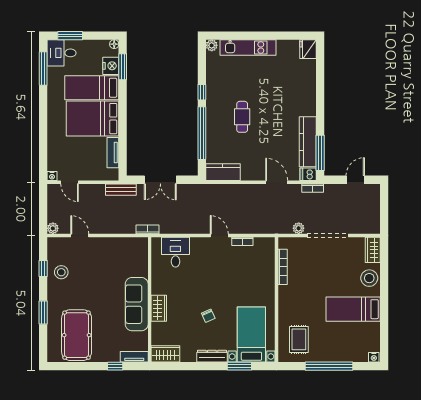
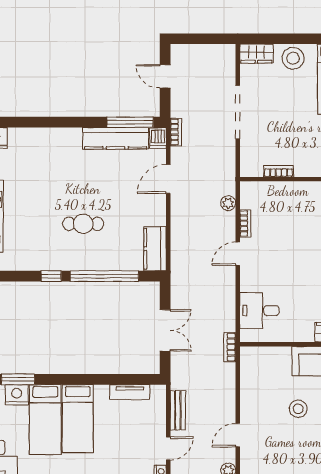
bed: (93, 119) -> (78, 419), width x0.67
bench: (121, 190) -> (178, 410), moved
plant: (299, 228) -> (228, 203), moved
bookcase: (283, 267) -> (279, 171), width x0.64
stool: (61, 272) -> (298, 409), moved

